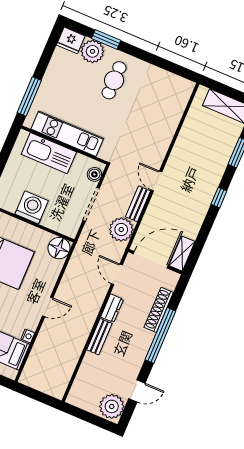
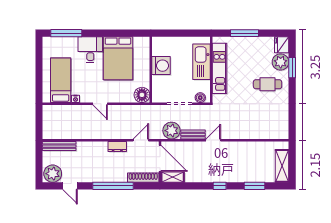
window: (29, 97) -> (244, 33), moved
shoe rack: (159, 310) -> (143, 178), moved
bench: (99, 337) -> (59, 146), moved, width x1.36

